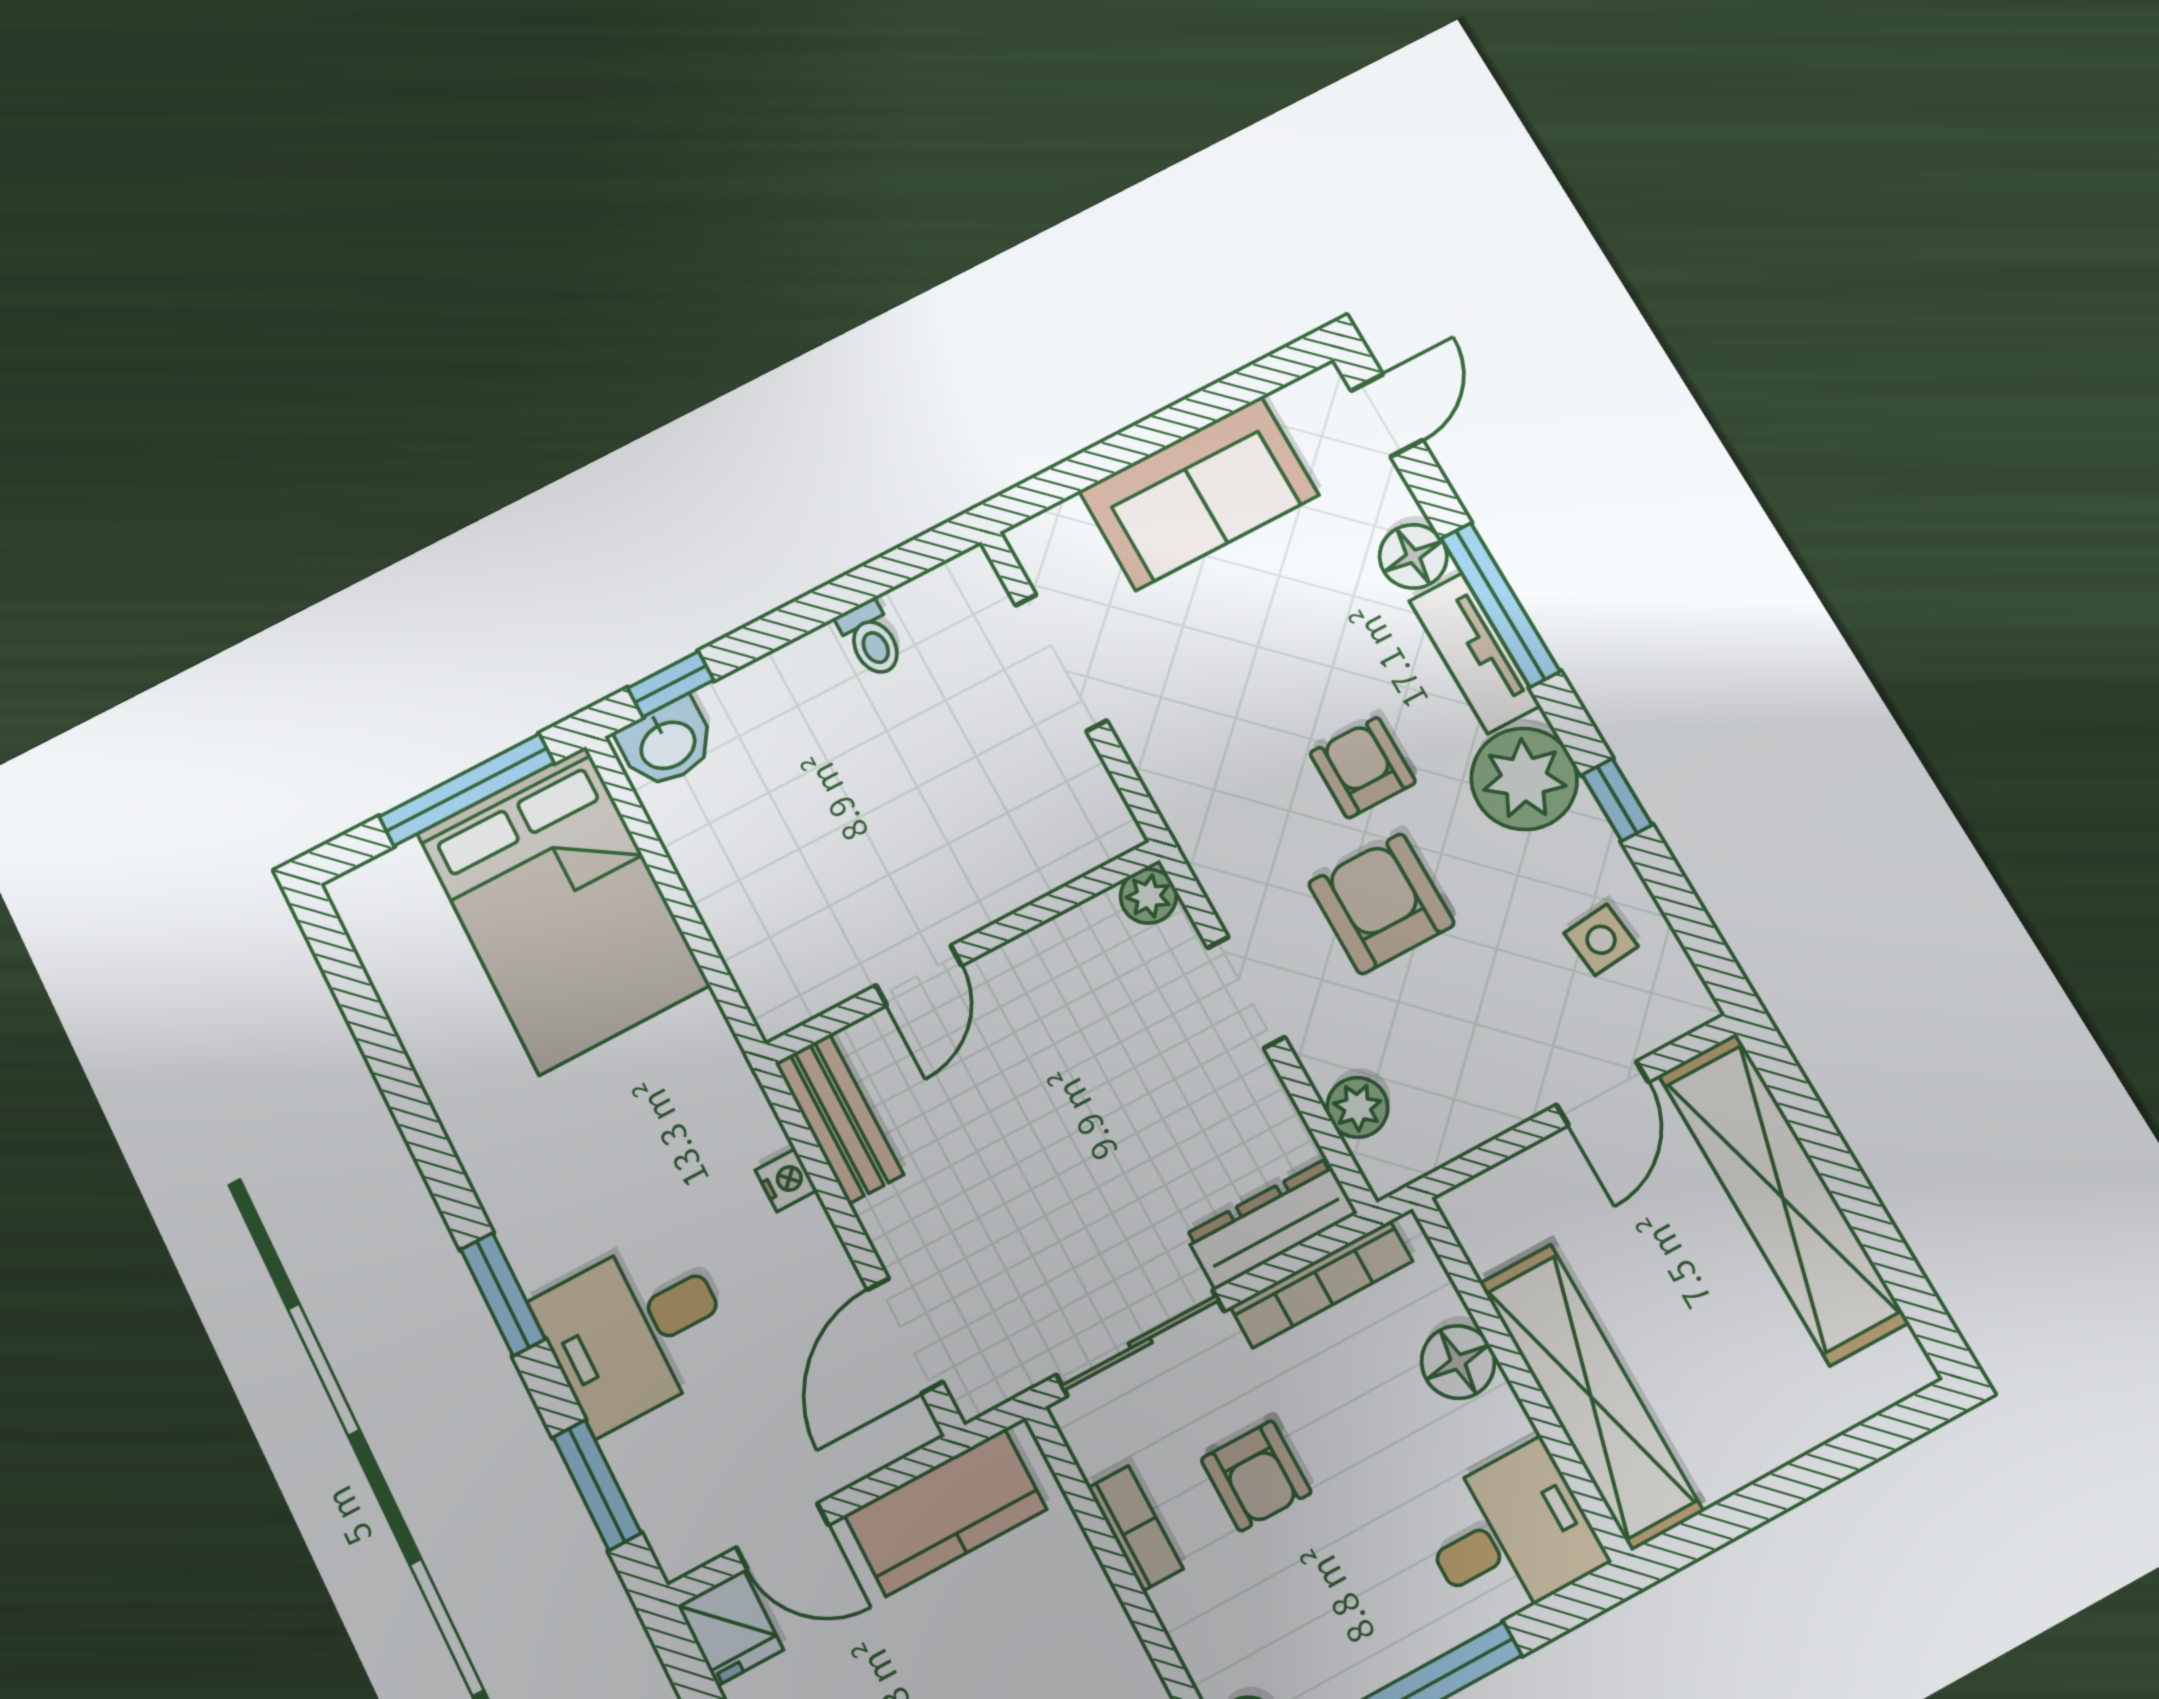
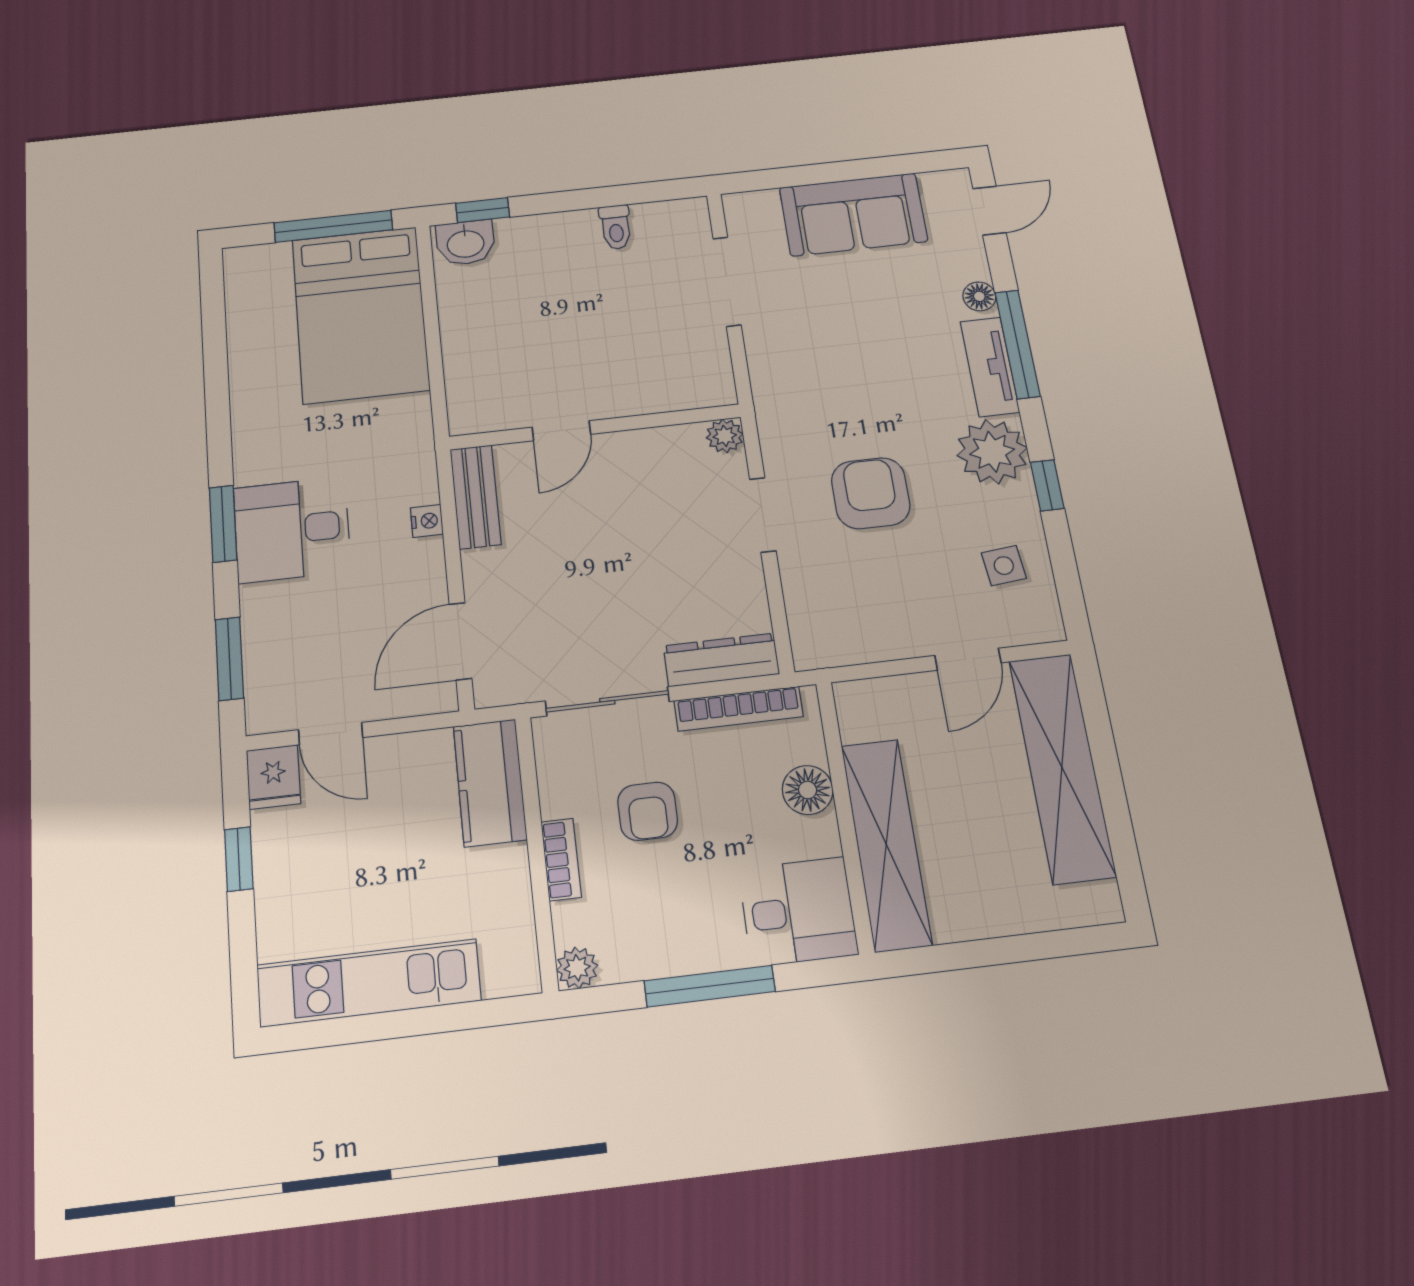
floor lamp: (1413, 556) -> (979, 296), width x0.73, depth x0.73
armchair: (1363, 768) -> (891, 409), removed
plant: (1357, 1107) -> (806, 610), removed
desk: (636, 1331) -> (292, 530), moved
kitchen counter: (946, 1512) -> (490, 783), moved, turned 90
bookcase: (1135, 1528) -> (561, 859), moved

